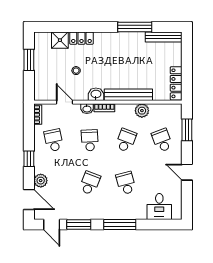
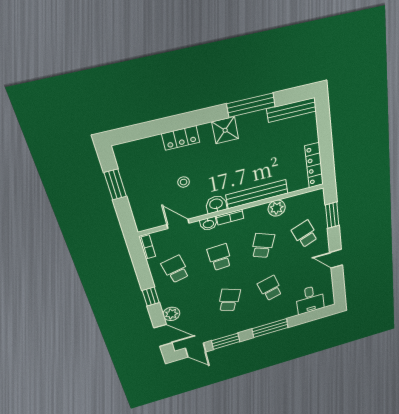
shower: (60, 40) -> (225, 130), moved

